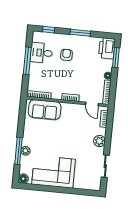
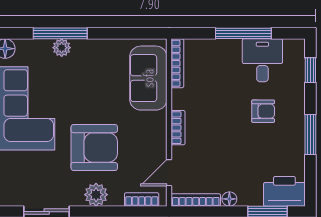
armchair: (76, 140) -> (94, 148), added

